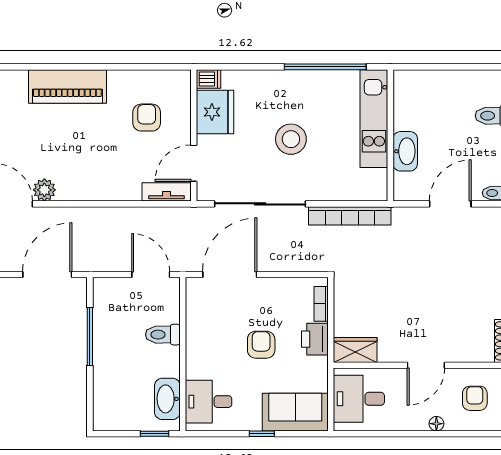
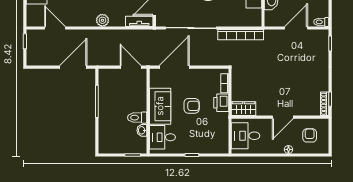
plant: (44, 190) -> (102, 20), moved
toilet: (163, 335) -> (137, 118), moved
armchair: (261, 345) -> (192, 106), turned 90
washbasin: (167, 399) -> (142, 130), width x0.52, depth x0.69
sofa: (295, 412) -> (160, 106), moved, turned 90

